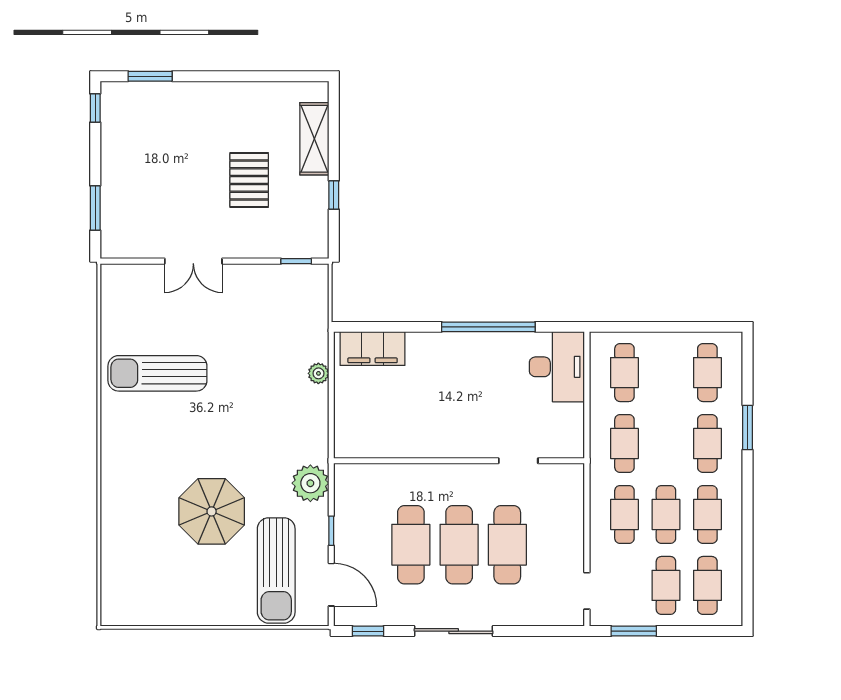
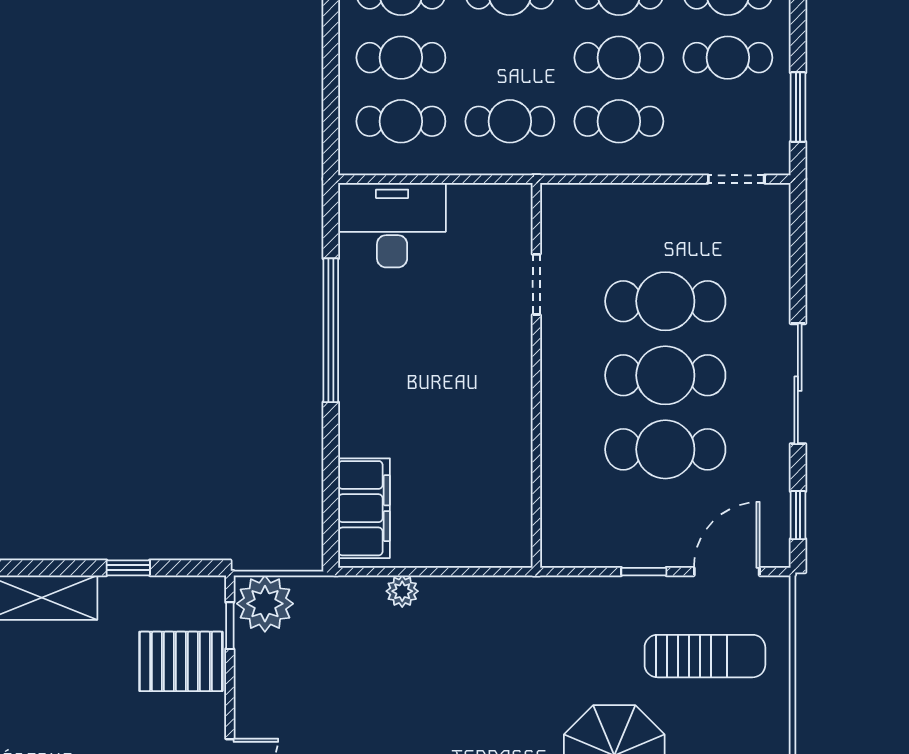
pallet: (249, 180) -> (181, 661), moved
cafe table: (666, 373) -> (401, 58), added
plant: (310, 483) -> (265, 604), moved
sun lounger: (276, 570) -> (705, 656), width x0.73, depth x0.75

